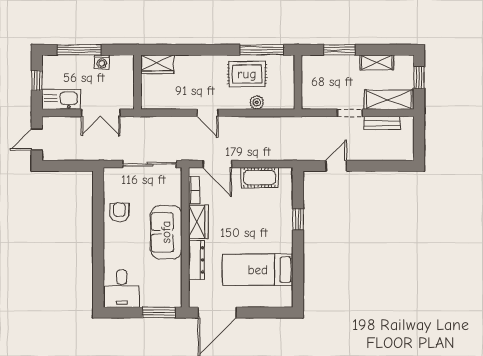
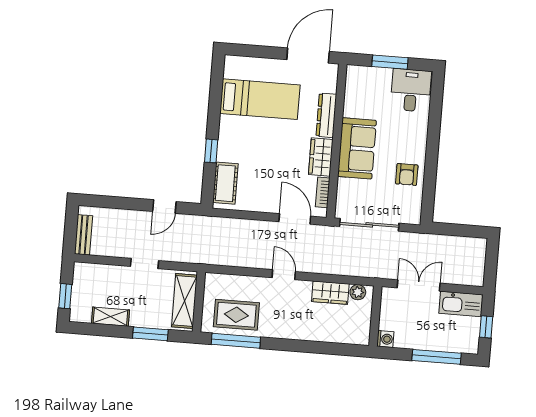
washing machine: (102, 62) -> (385, 339), moved, turned 90
wardrobe: (157, 64) -> (330, 293), moved, turned 180
rug: (247, 74) -> (236, 315), moved
shelving: (389, 100) -> (185, 301), moved, turned 90
plant: (257, 102) -> (358, 292), moved
door: (208, 113) -> (284, 275), moved
bench: (382, 123) -> (83, 235), moved, turned 90
door: (37, 139) -> (491, 262), removed
cot: (260, 178) -> (225, 183), moved, turned 90
window: (159, 313) -> (390, 62), moved

